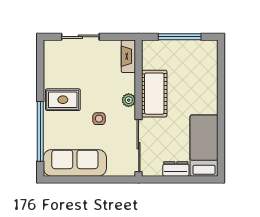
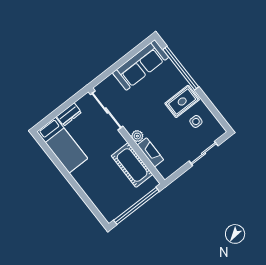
window: (180, 37) -> (136, 206), width x1.46
fireplace: (128, 56) -> (150, 152), moved
cot: (154, 94) -> (132, 165), moved
side table: (99, 119) -> (196, 121), moved

